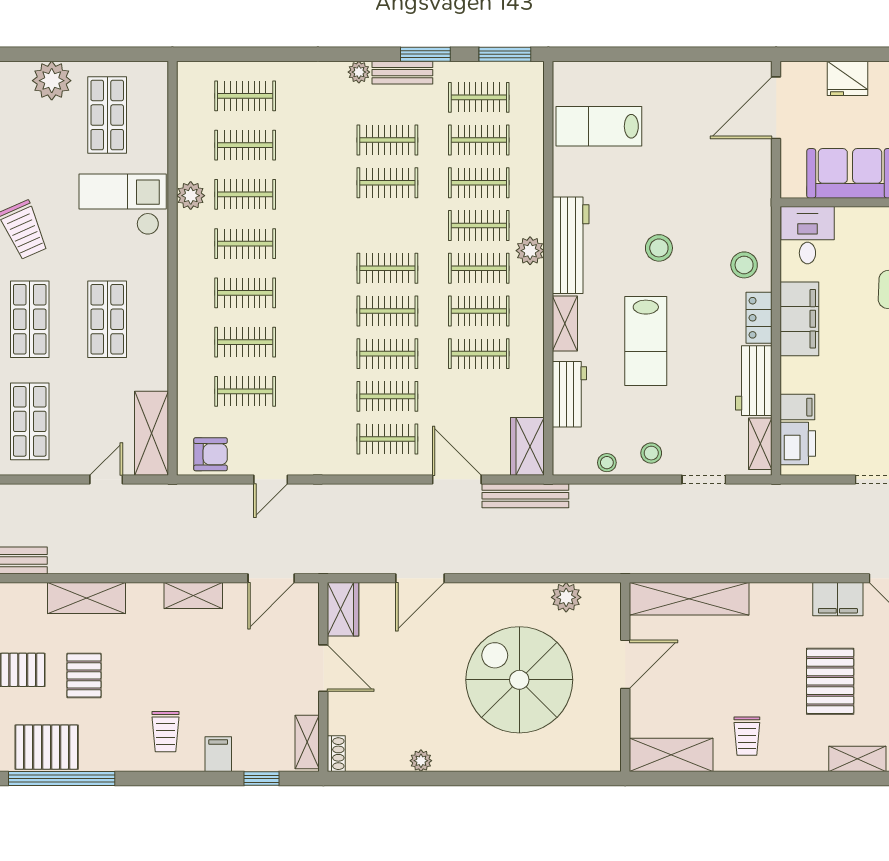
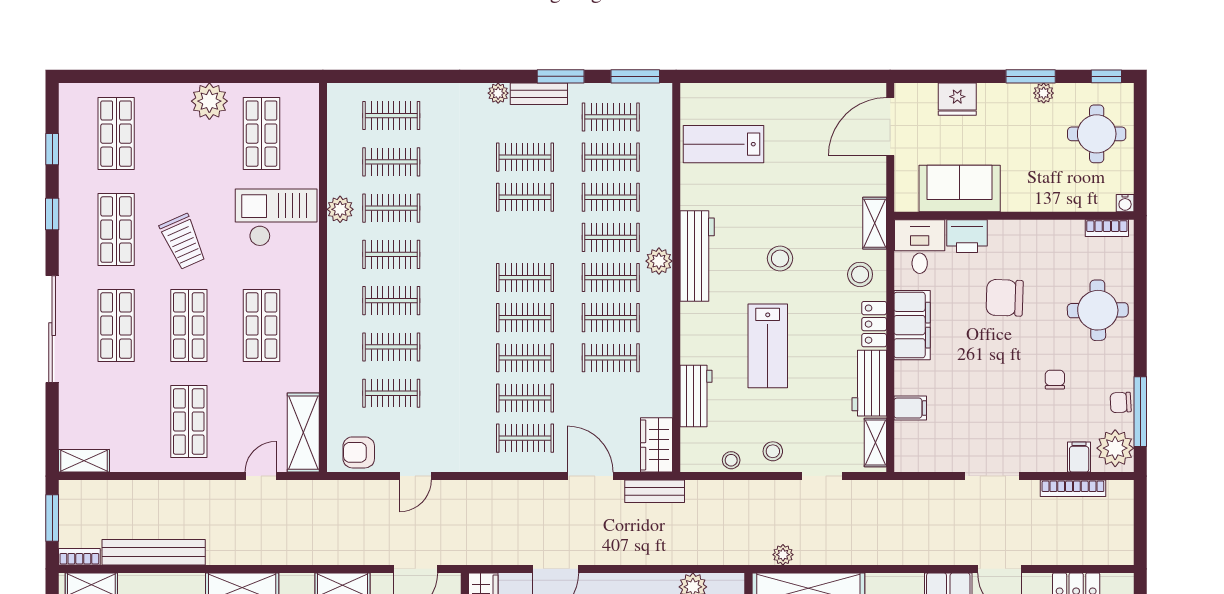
shelving: (565, 323) -> (875, 223), moved
printer: (798, 444) -> (967, 236), moved, turned 90
armchair: (211, 454) -> (359, 452), turned 180
bench: (525, 496) -> (655, 491), width x0.73
plant: (662, 563) -> (783, 555), added

